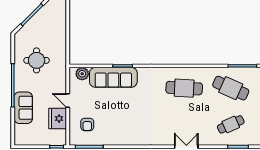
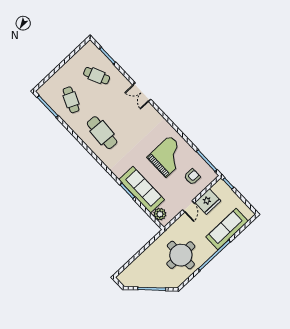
round table: (37, 60) -> (181, 255), width x1.36, depth x1.36
cafe table: (231, 88) -> (71, 100), width x0.73, depth x0.74
sofa: (23, 108) -> (227, 229), width x1.36
grand piano: (120, 121) -> (168, 156), added

